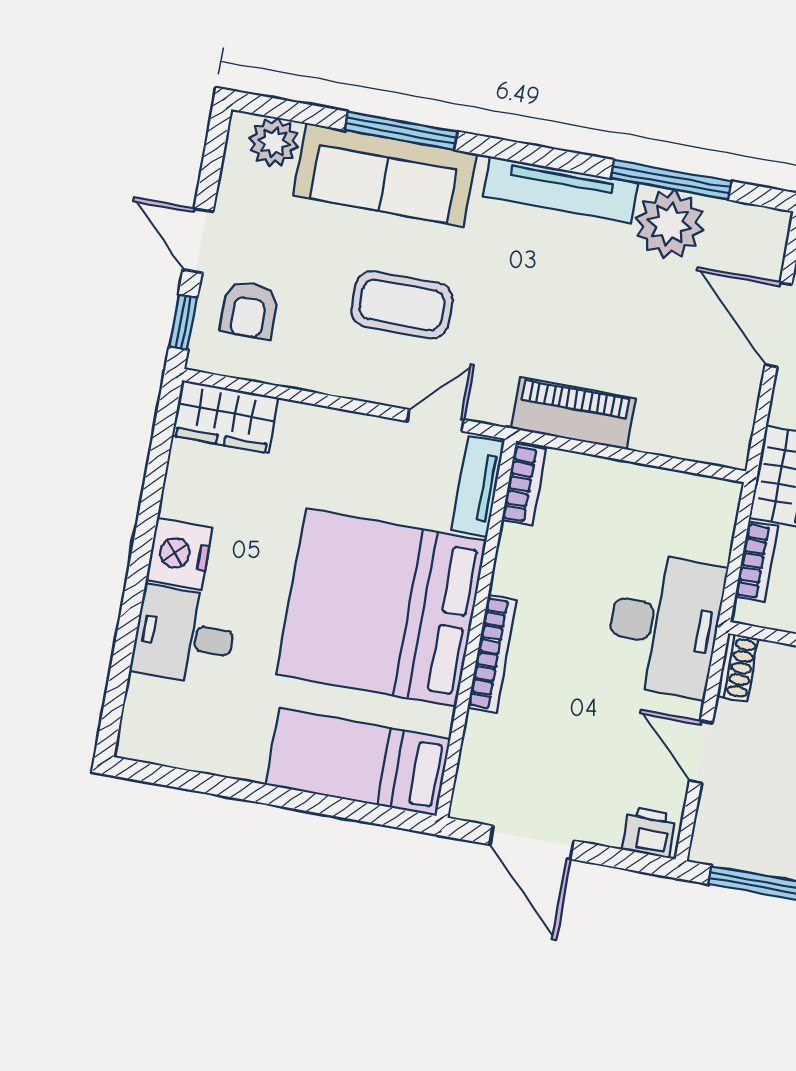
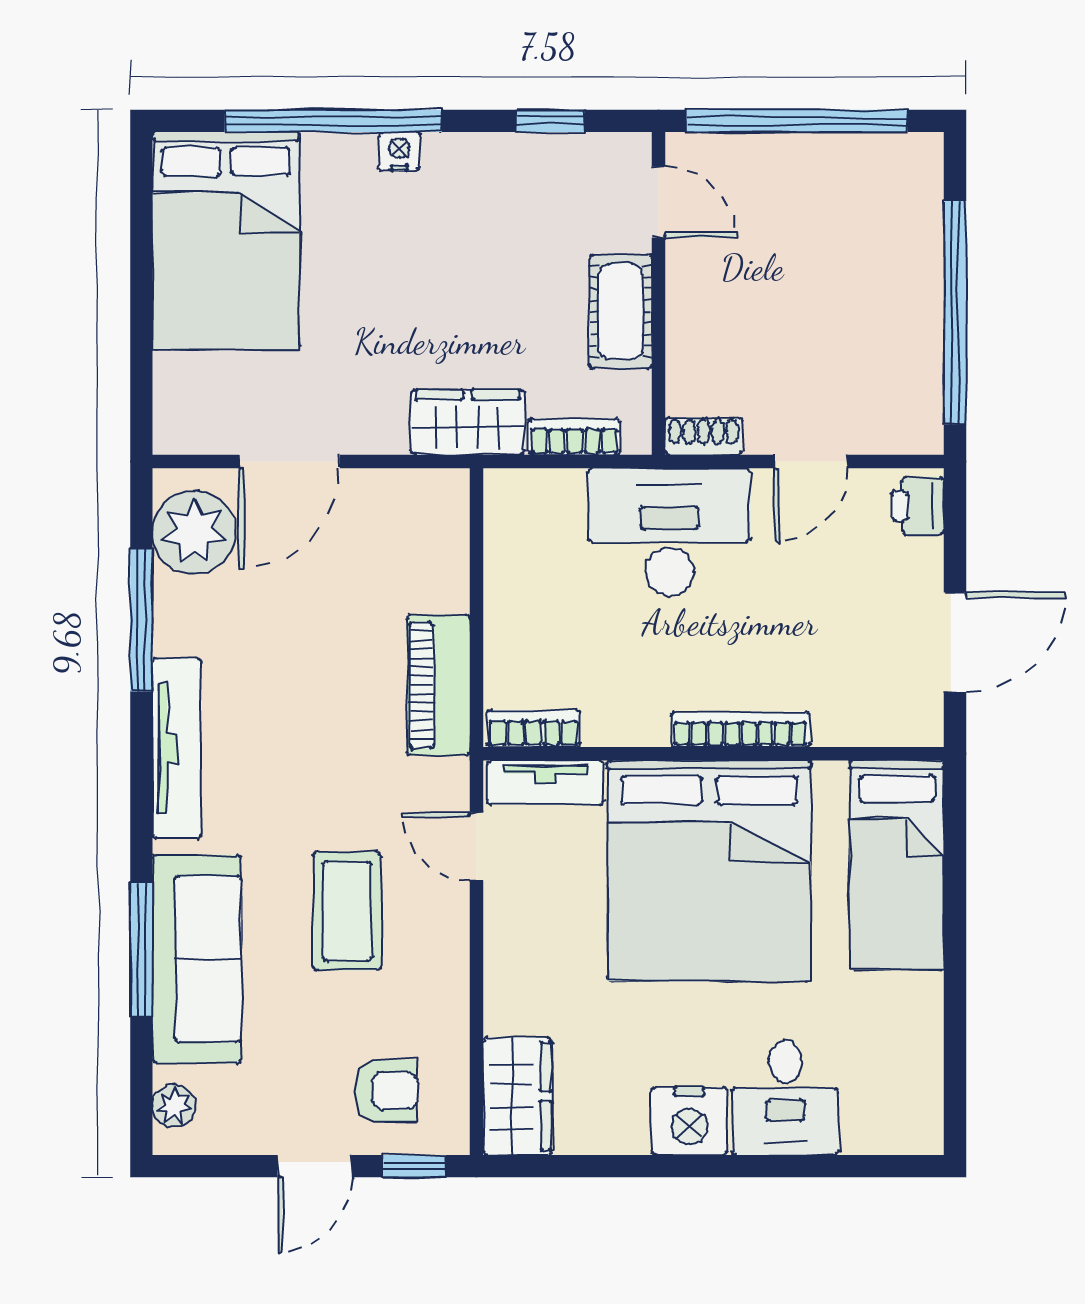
plant: (274, 142) -> (174, 1106), width x0.73, depth x0.73
plant: (670, 224) -> (194, 532), moved

